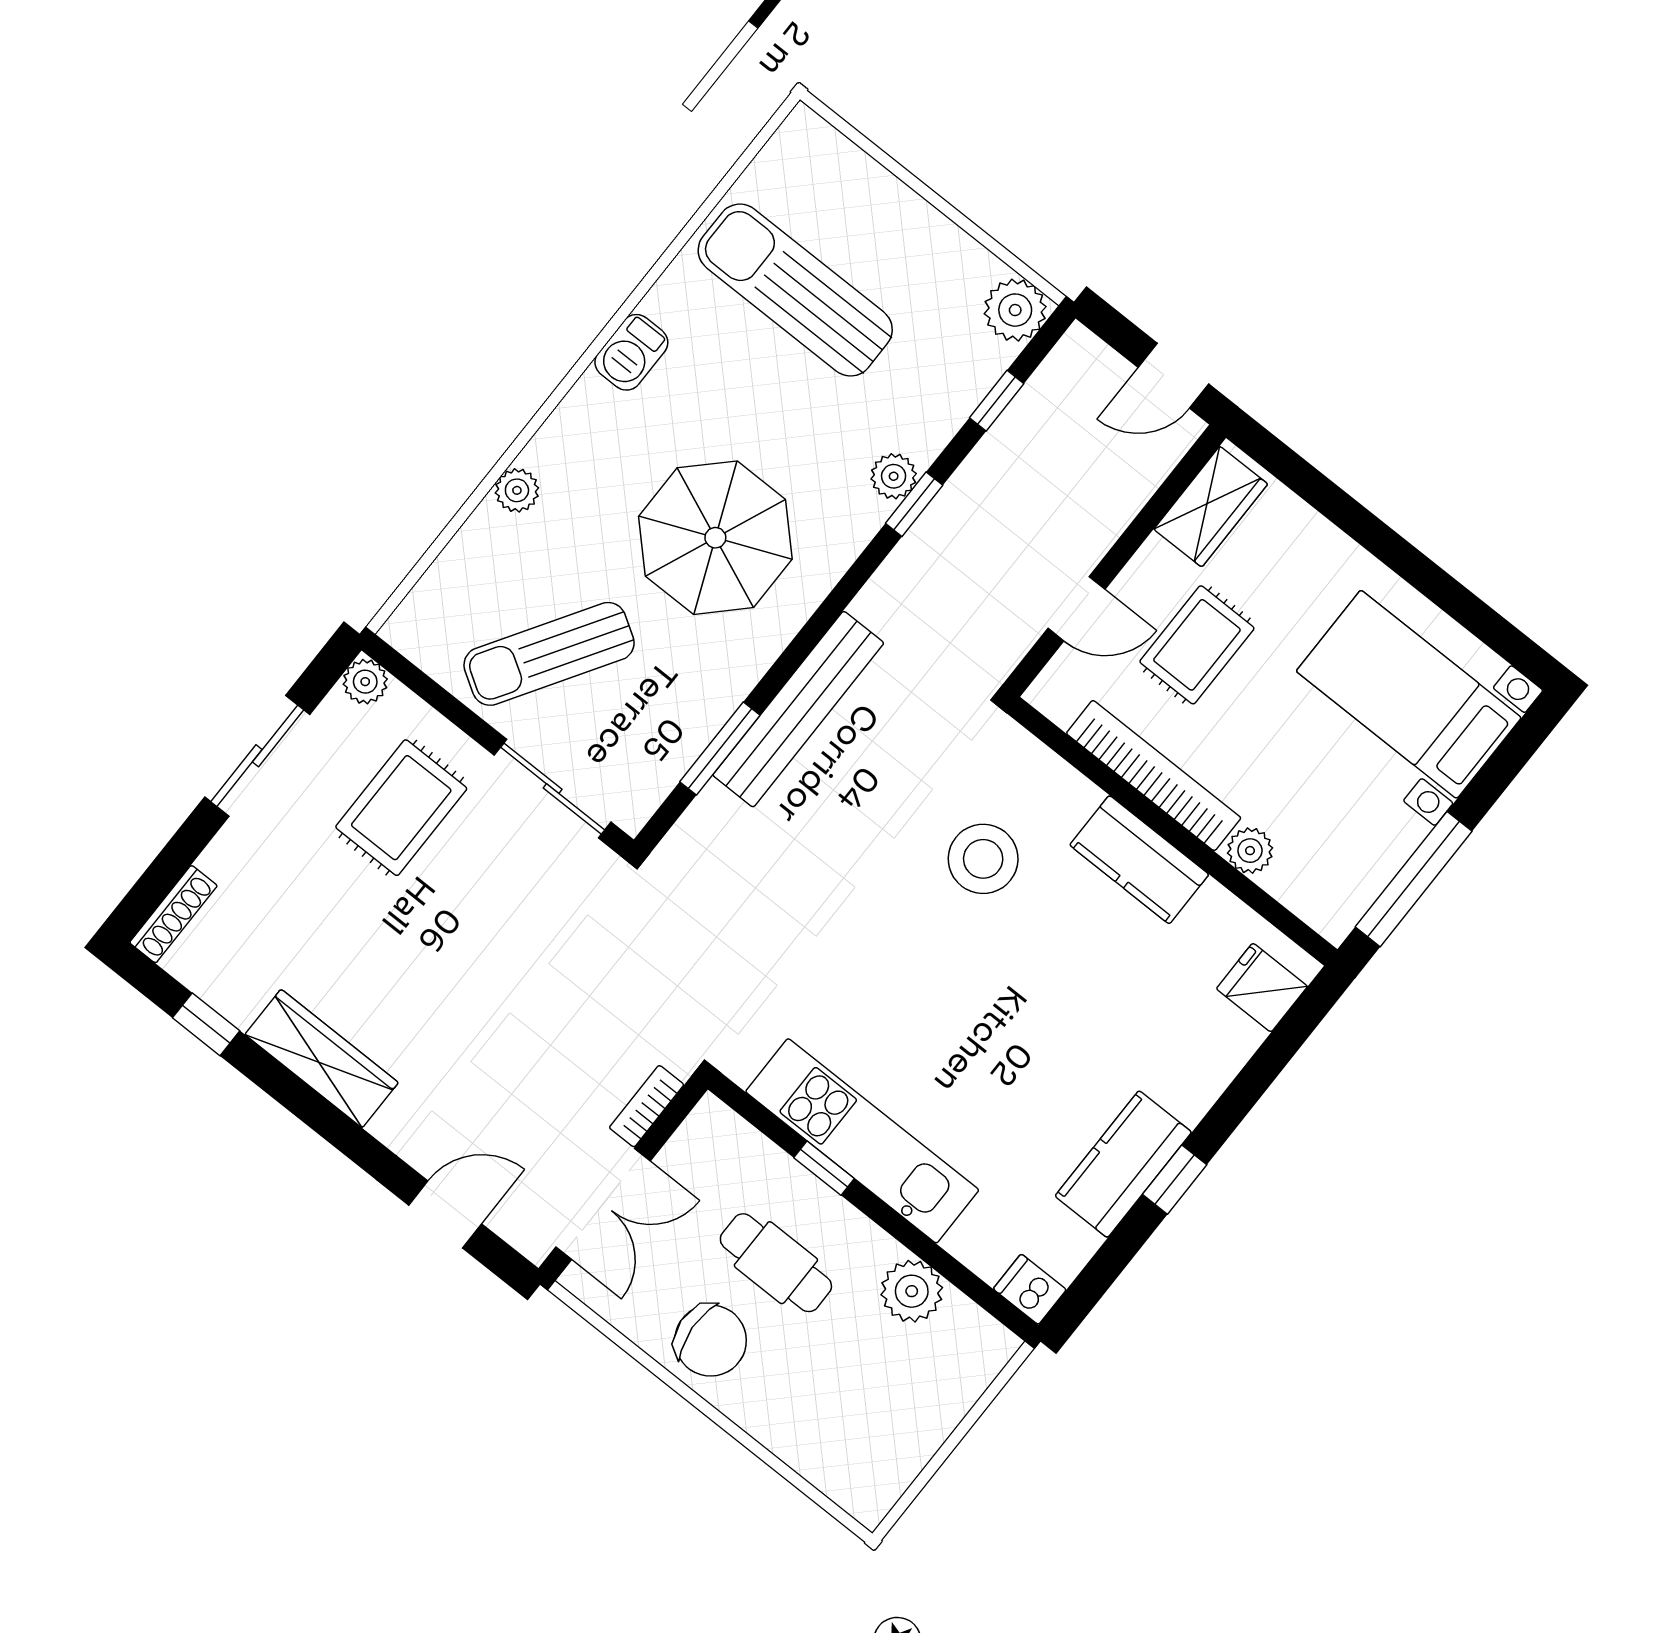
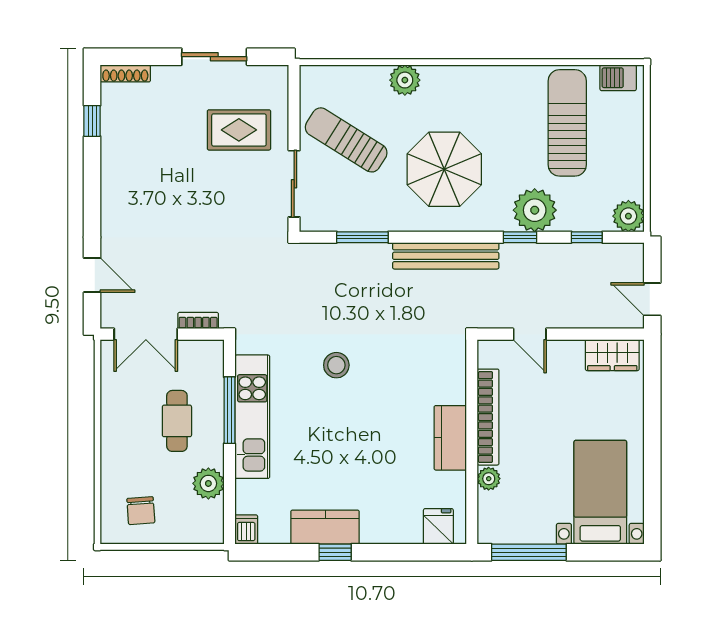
barbecue: (631, 352) -> (618, 78), moved
plant: (894, 476) -> (535, 210), width x1.87, depth x1.87
plant: (517, 490) -> (405, 80), width x1.38, depth x1.38
rug: (1197, 645) -> (553, 393), removed
plant: (365, 682) -> (277, 76), removed
bench: (798, 709) -> (446, 256), moved
stool: (983, 859) -> (336, 365), moved, width x0.73, depth x0.73
wardrobe: (322, 1059) -> (115, 177), removed
window: (824, 1168) -> (229, 410), width x2.17
chair: (711, 1340) -> (141, 511), moved, width x0.73, depth x0.73

